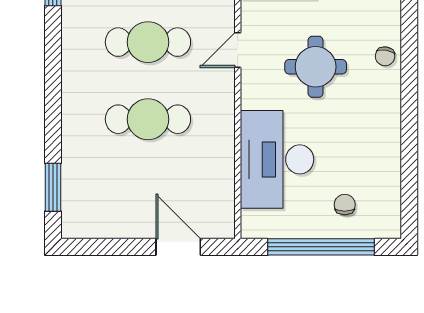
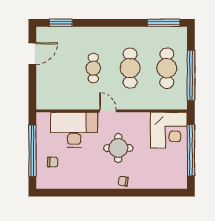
door: (238, 50) -> (108, 111), moved
cafe table: (148, 119) -> (93, 68), width x0.73, depth x0.74
door: (178, 247) -> (32, 53), moved

